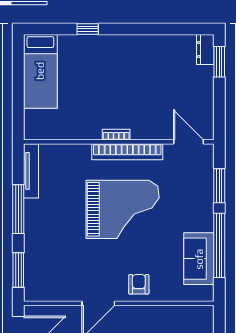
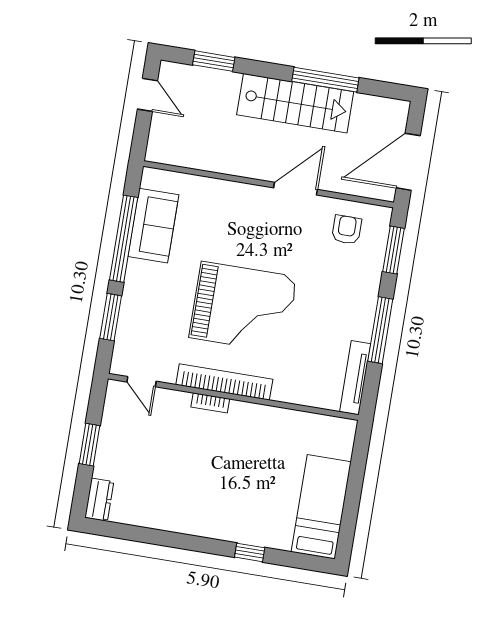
window: (219, 62) -> (90, 445), moved
bookcase: (116, 135) -> (210, 403), moved
door: (189, 142) -> (141, 382), width x0.73
grand piano: (123, 209) -> (243, 307), turned 180
armchair: (139, 284) -> (347, 230), moved, turned 180

